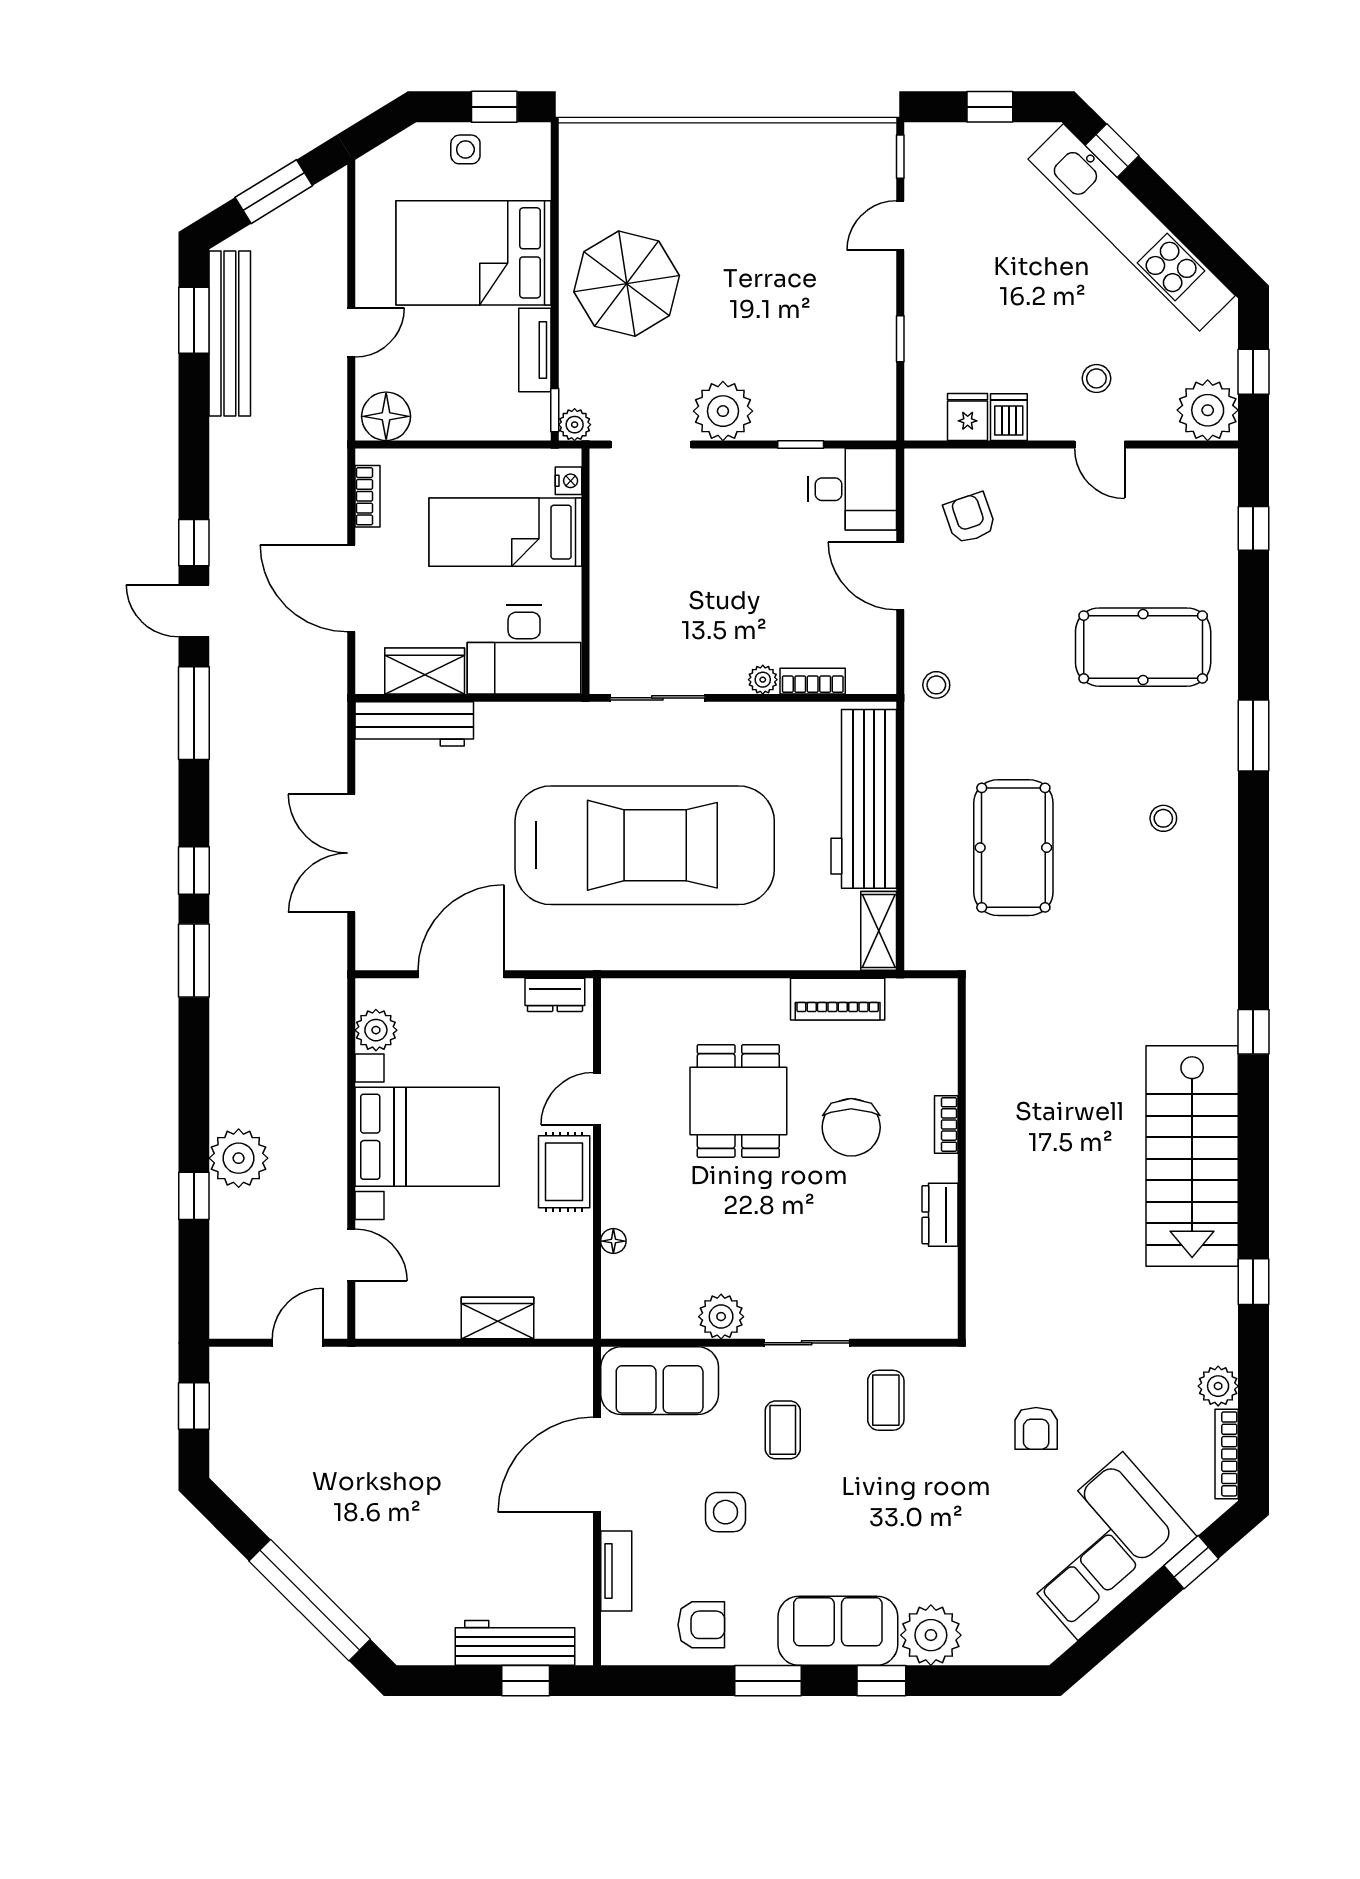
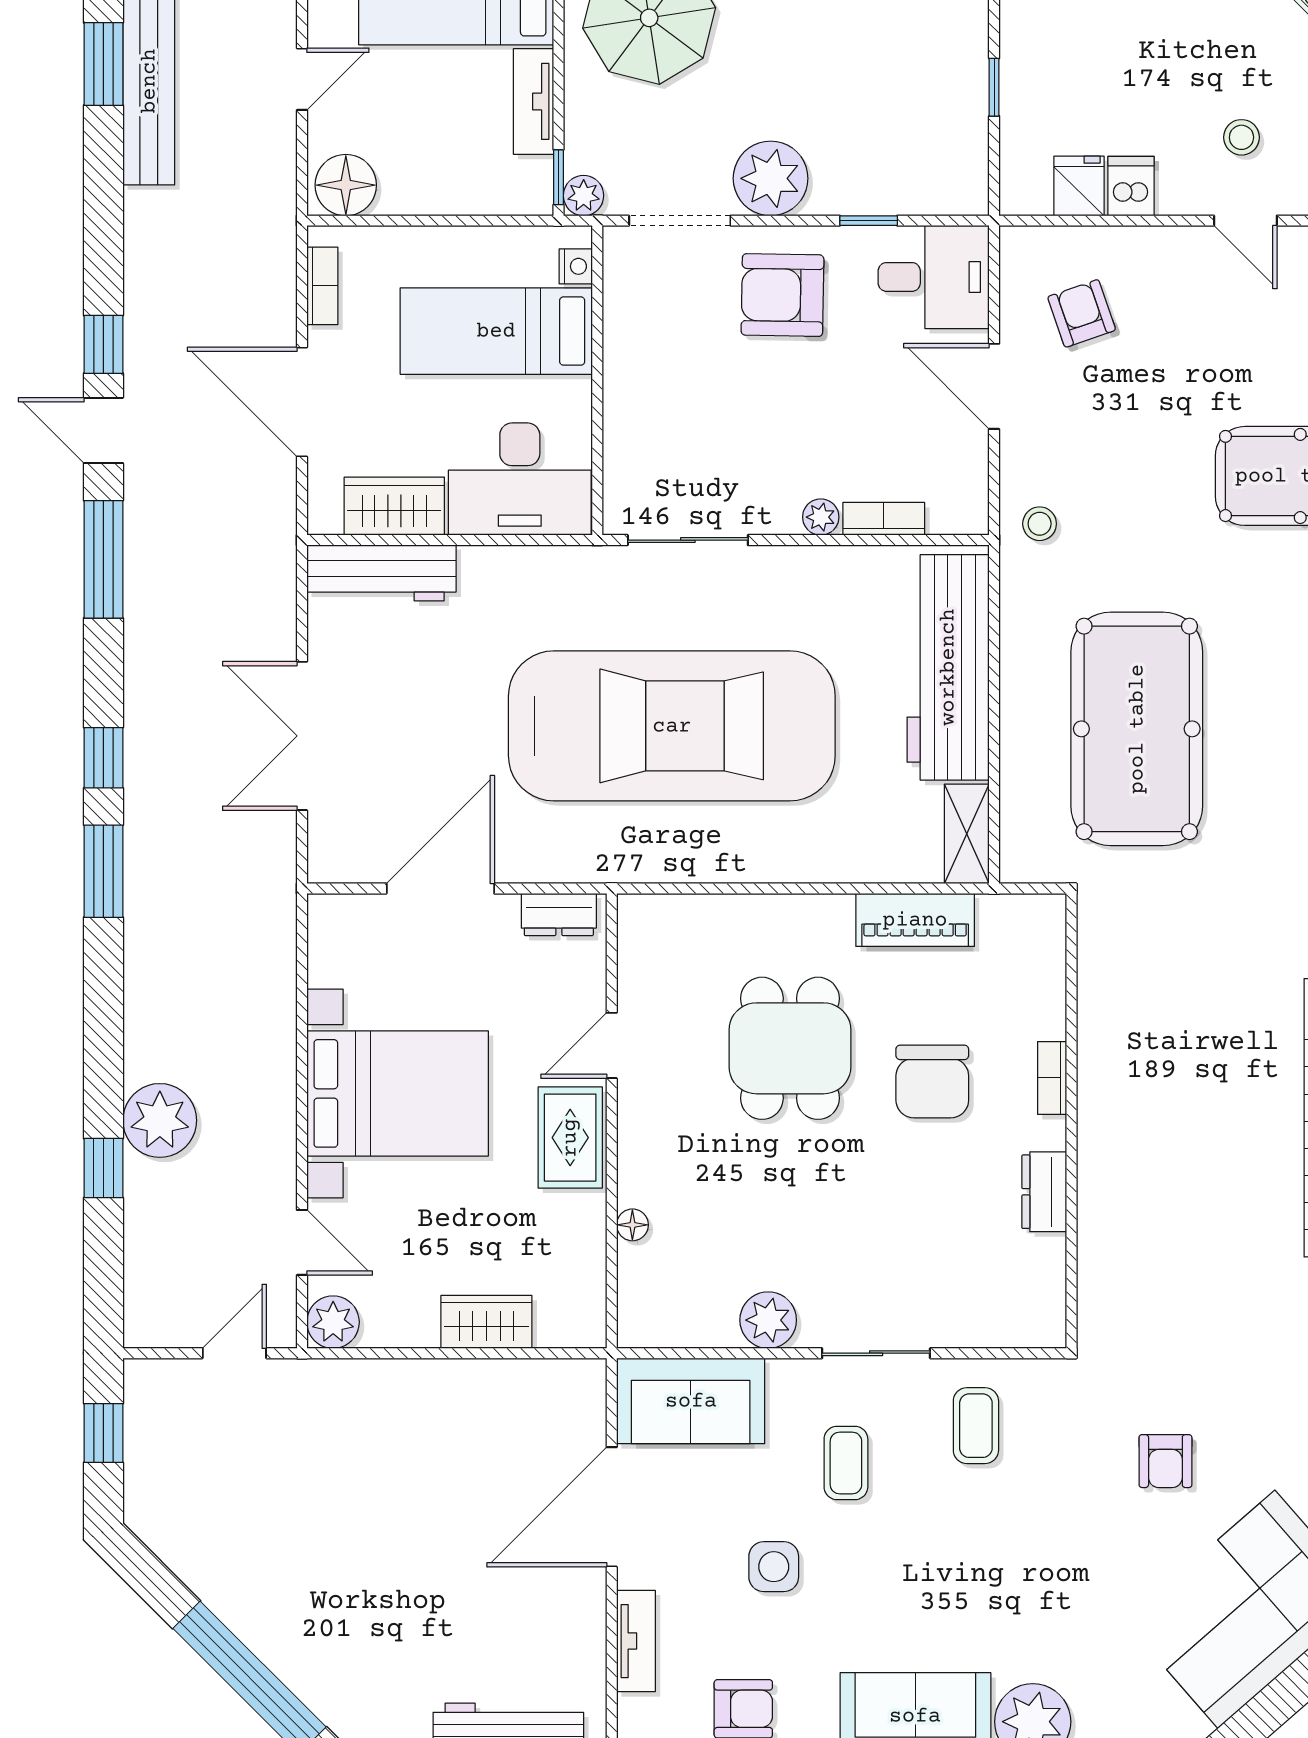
armchair: (732, 504) -> (782, 295), added
pool table: (1013, 848) -> (1137, 729), width x1.36, depth x1.32
plant: (376, 1030) -> (333, 1322), moved

